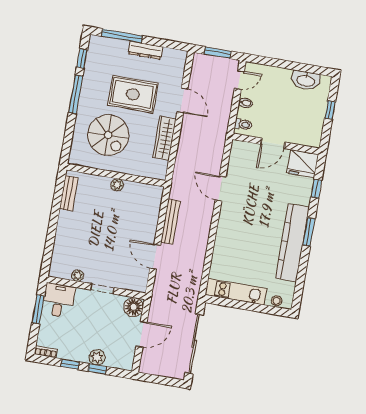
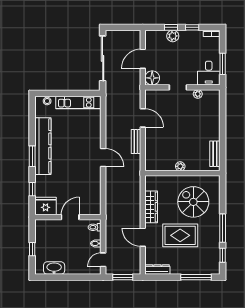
dresser: (145, 50) -> (157, 270), moved
door: (220, 189) -> (103, 158), moved
bench: (170, 222) -> (136, 141), width x0.73

